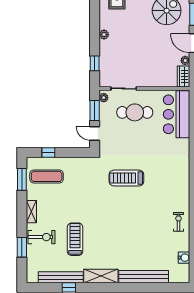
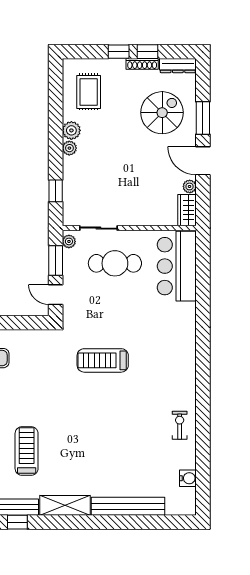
plant: (105, 23) -> (71, 130), added

